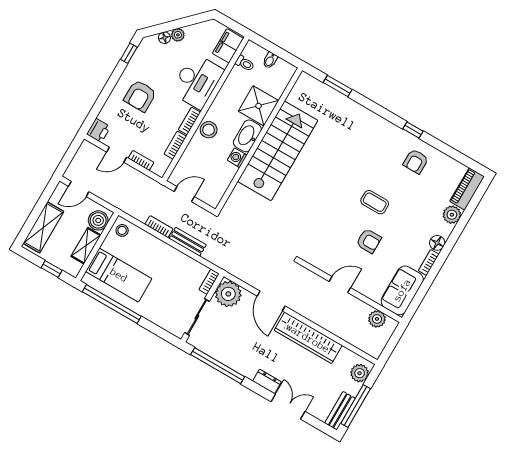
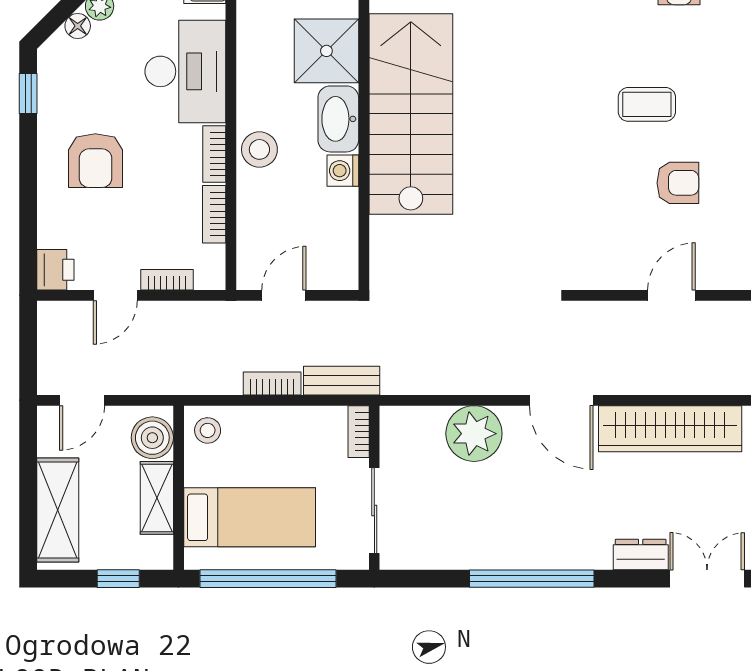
bookcase: (209, 282) -> (359, 432), moved
wall: (202, 308) -> (374, 488), moved
sliding door: (197, 317) -> (374, 511), moved

